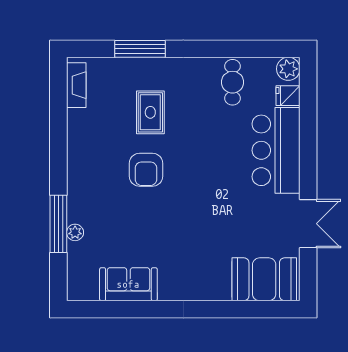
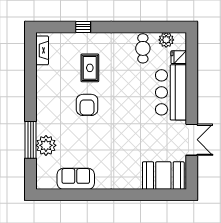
window: (140, 49) -> (83, 27), width x0.46
plant: (288, 69) -> (166, 40), moved
plant: (75, 232) -> (46, 145), width x1.87, depth x1.87

